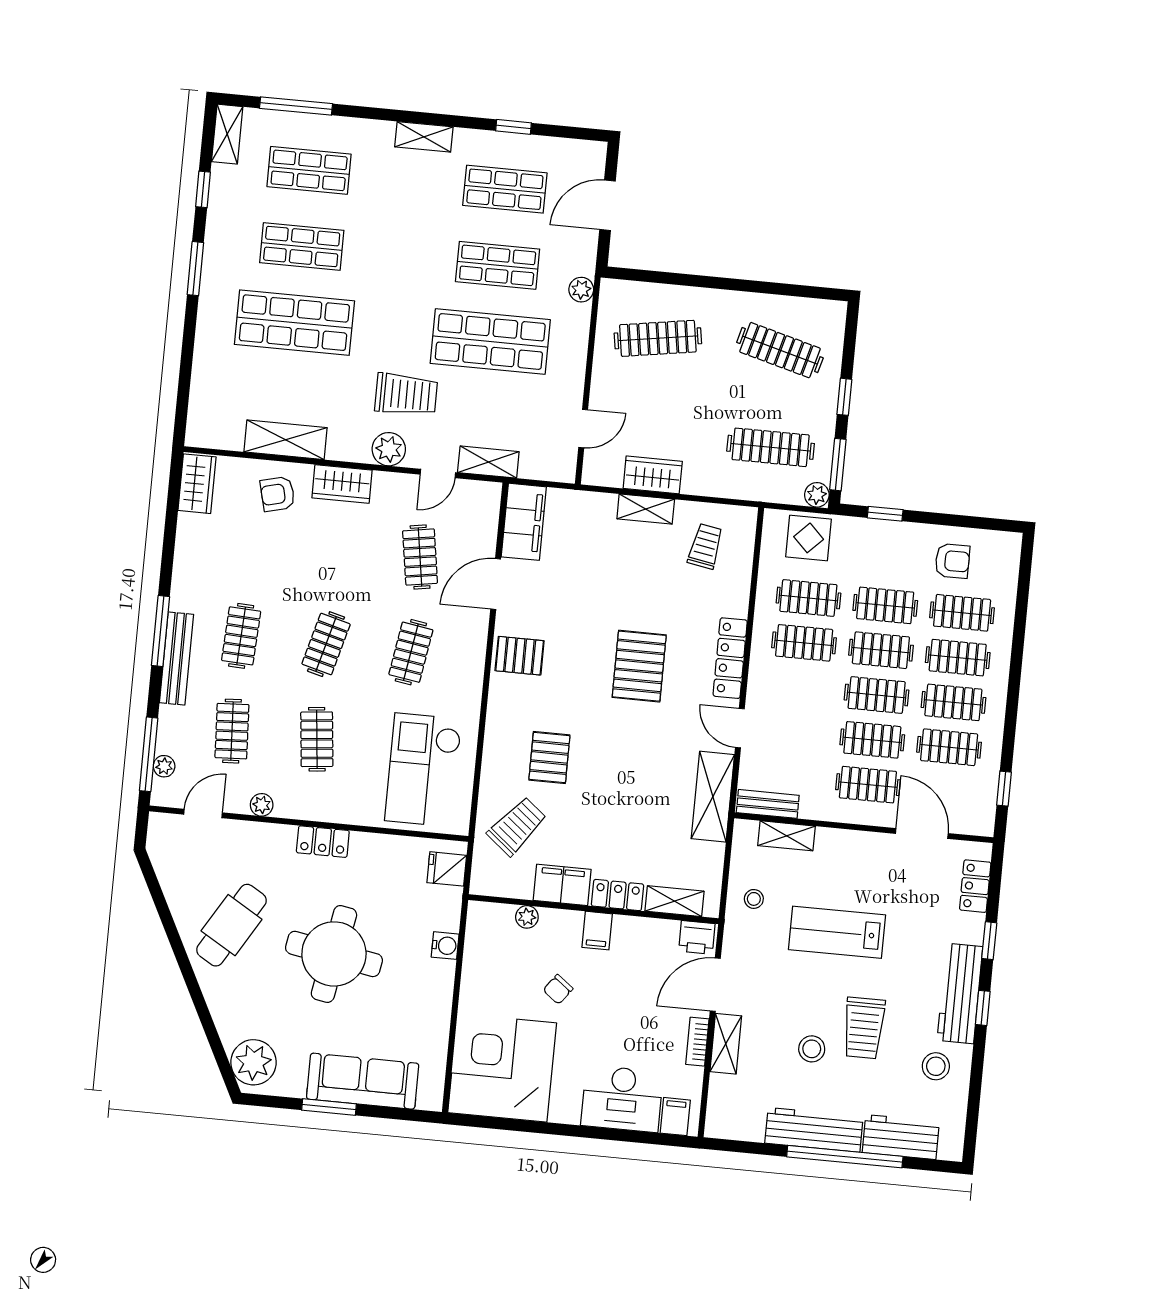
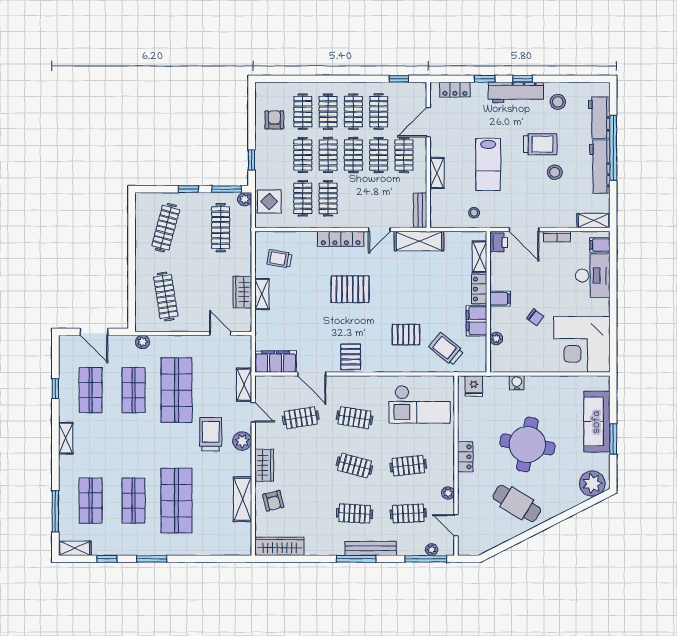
wardrobe: (197, 484) -> (280, 546), width x1.50
shelving: (786, 836) -> (437, 173), moved
shelving: (726, 1044) -> (594, 221), moved

